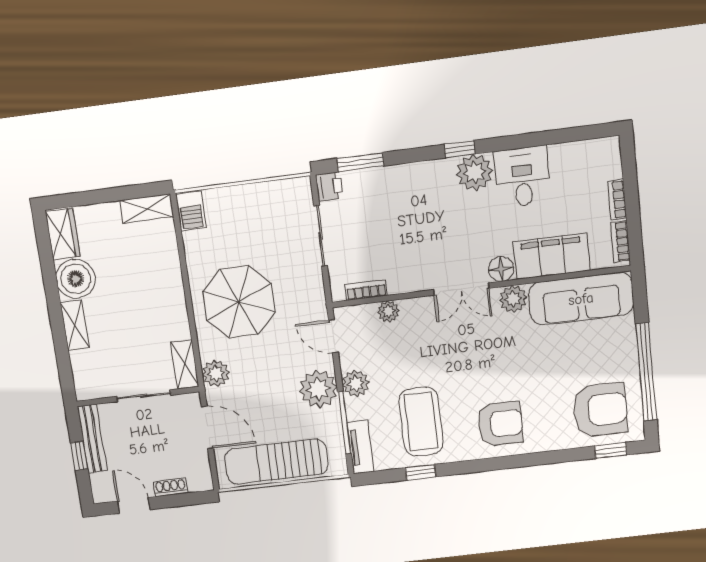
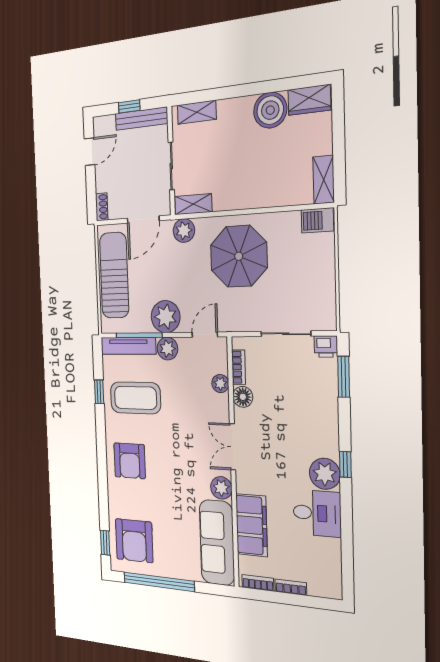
floor lamp: (501, 269) -> (243, 397), moved
shelving: (75, 325) -> (197, 112), moved
tv unit: (360, 447) -> (128, 346), width x1.41
shoe rack: (171, 487) -> (102, 207), moved

